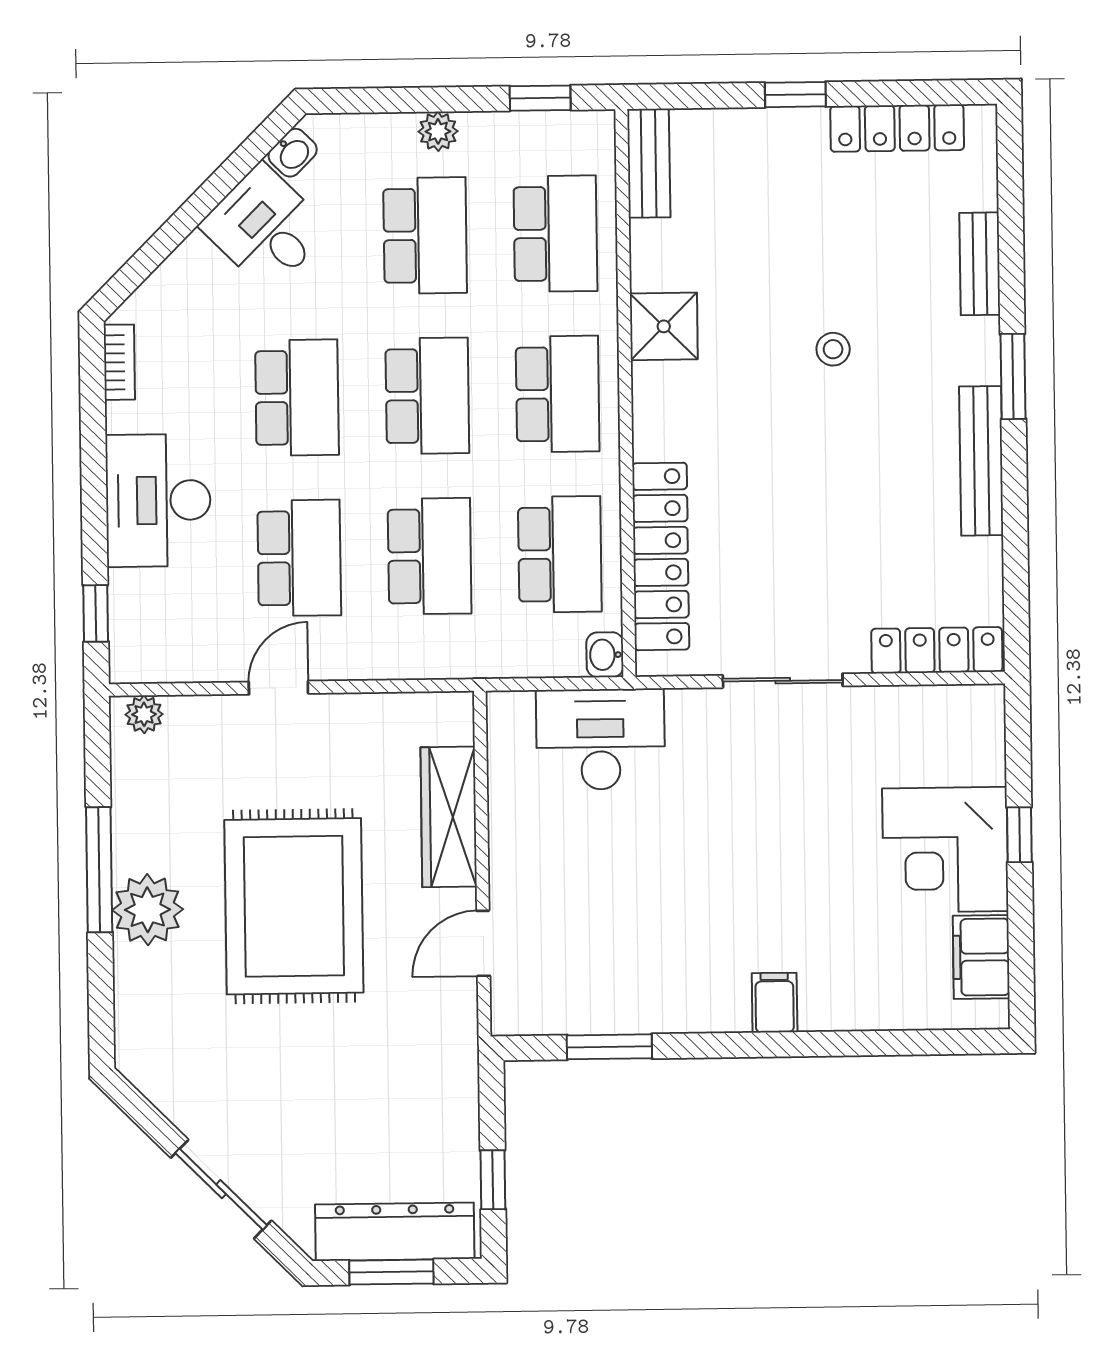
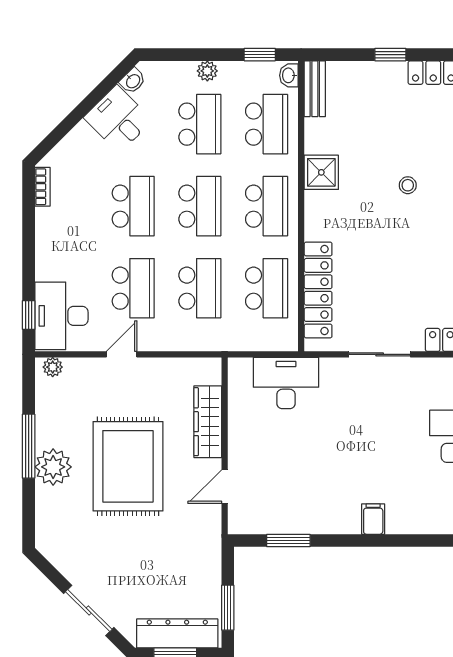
desk: (158, 500) -> (61, 316), moved
washbasin: (605, 655) -> (289, 75), moved
window: (493, 1180) -> (228, 608), width x1.50

